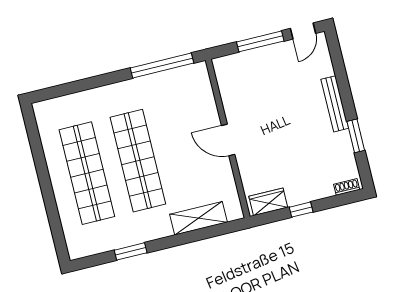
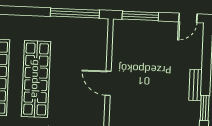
window: (260, 41) -> (140, 16), moved
bench: (335, 104) -> (196, 85), width x0.73

